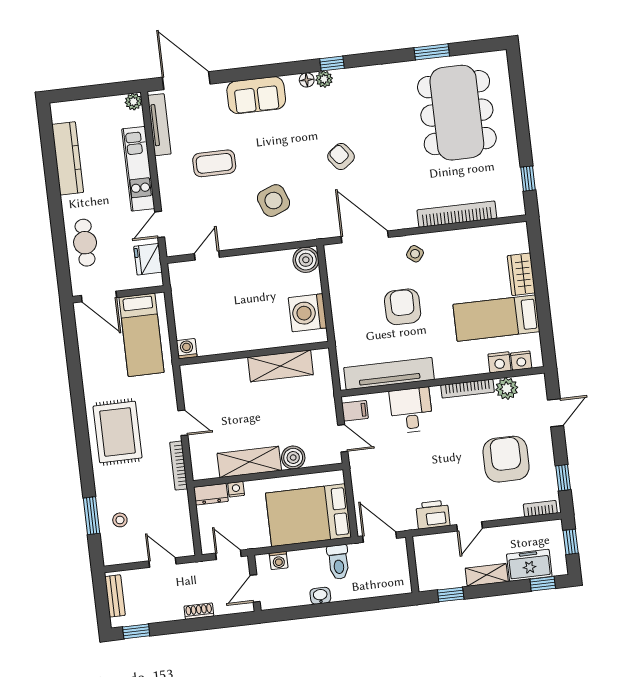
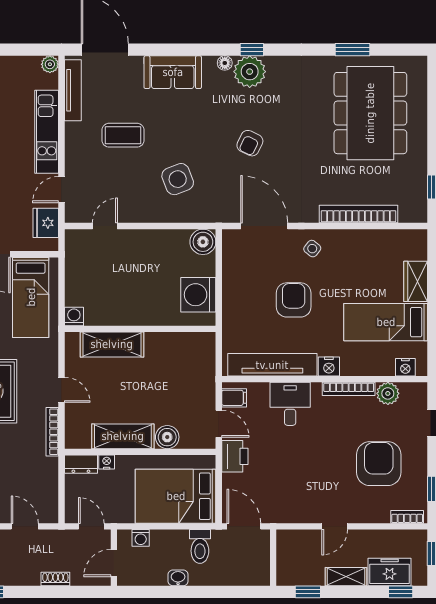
plant: (324, 79) -> (250, 72), width x1.88, depth x1.88
armchair: (341, 156) -> (250, 143), turned -117
nightstand: (499, 362) -> (329, 366), moved
shelving: (281, 366) -> (112, 344), moved
printer: (433, 515) -> (235, 456), moved, turned 90

